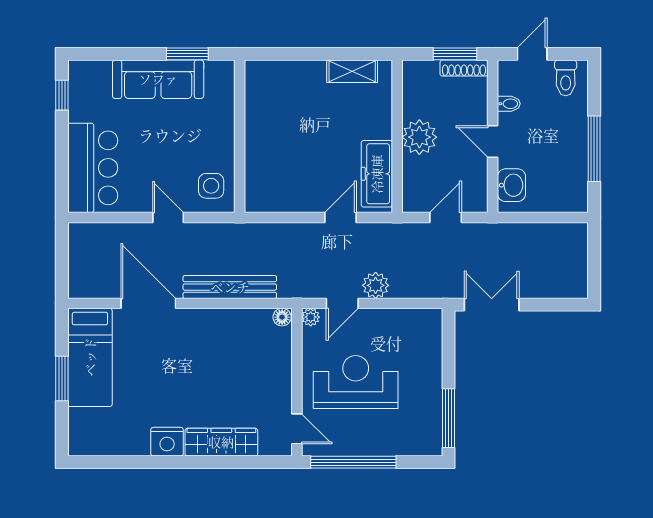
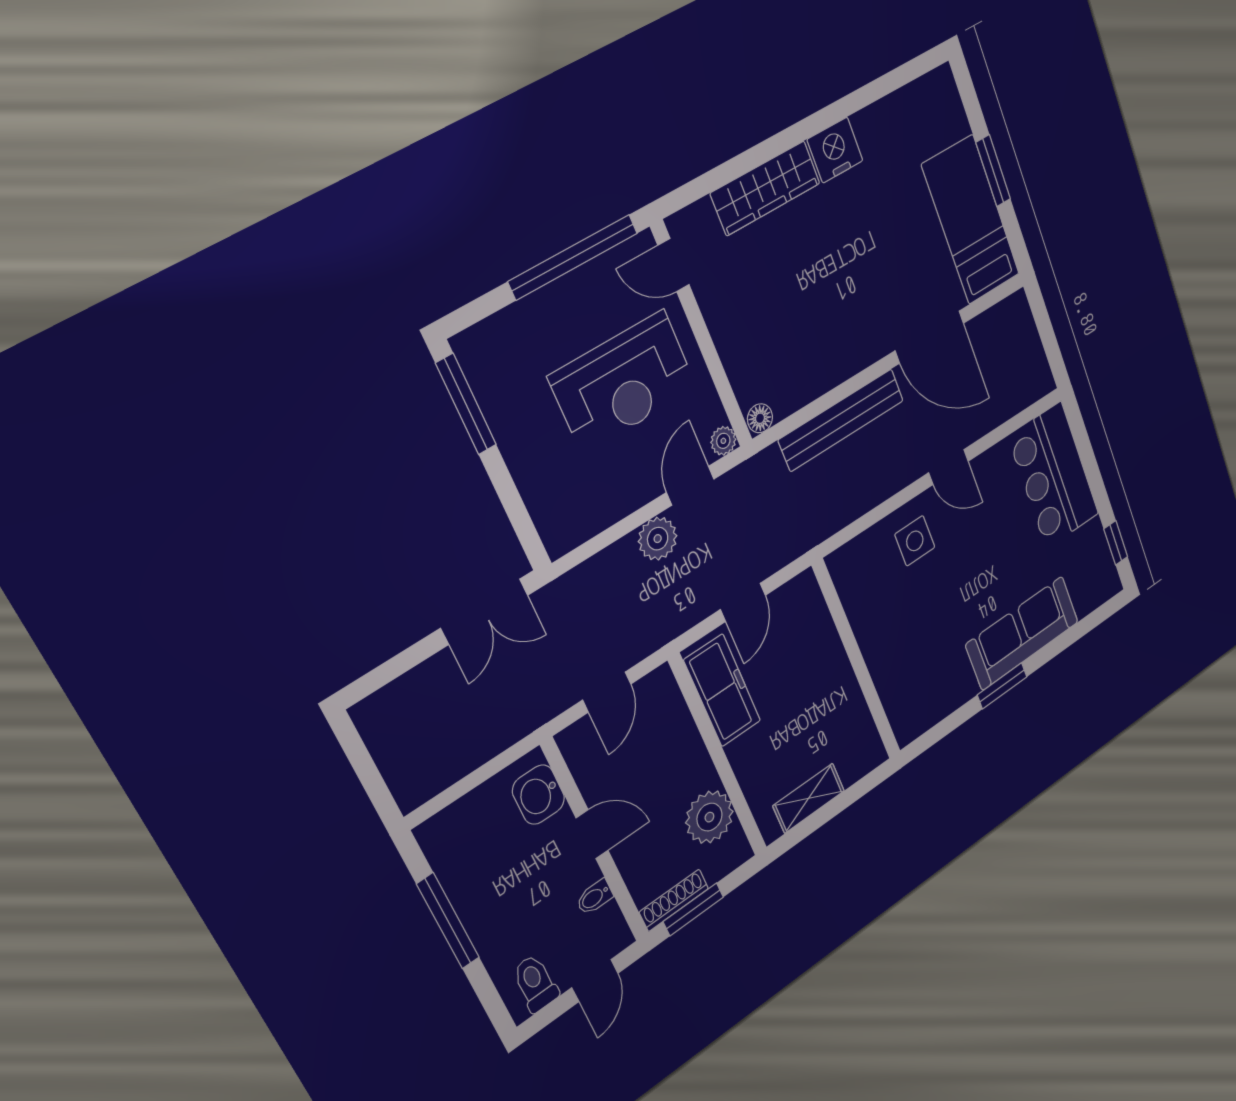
wall: (240, 136) -> (857, 660), moved
plant: (419, 137) -> (709, 817), moved

